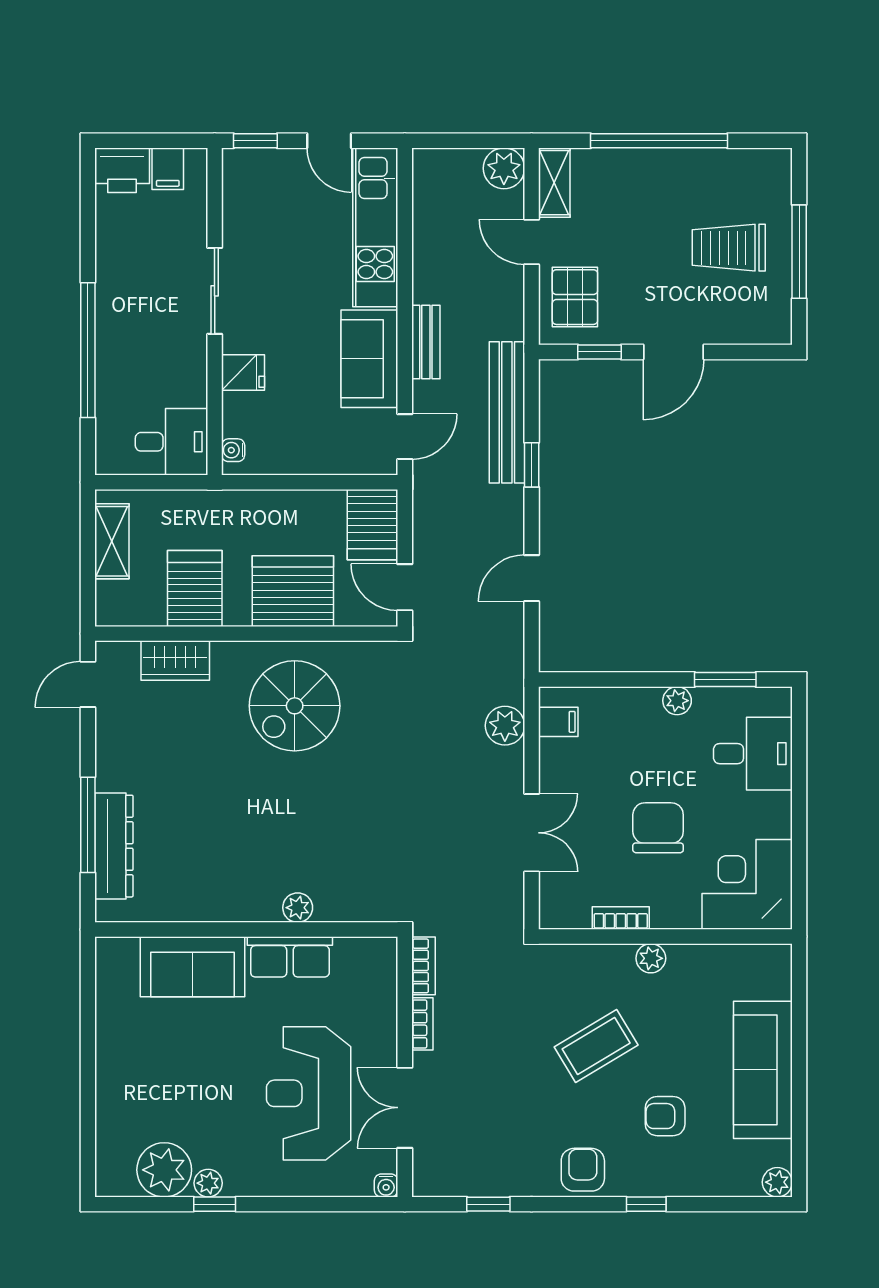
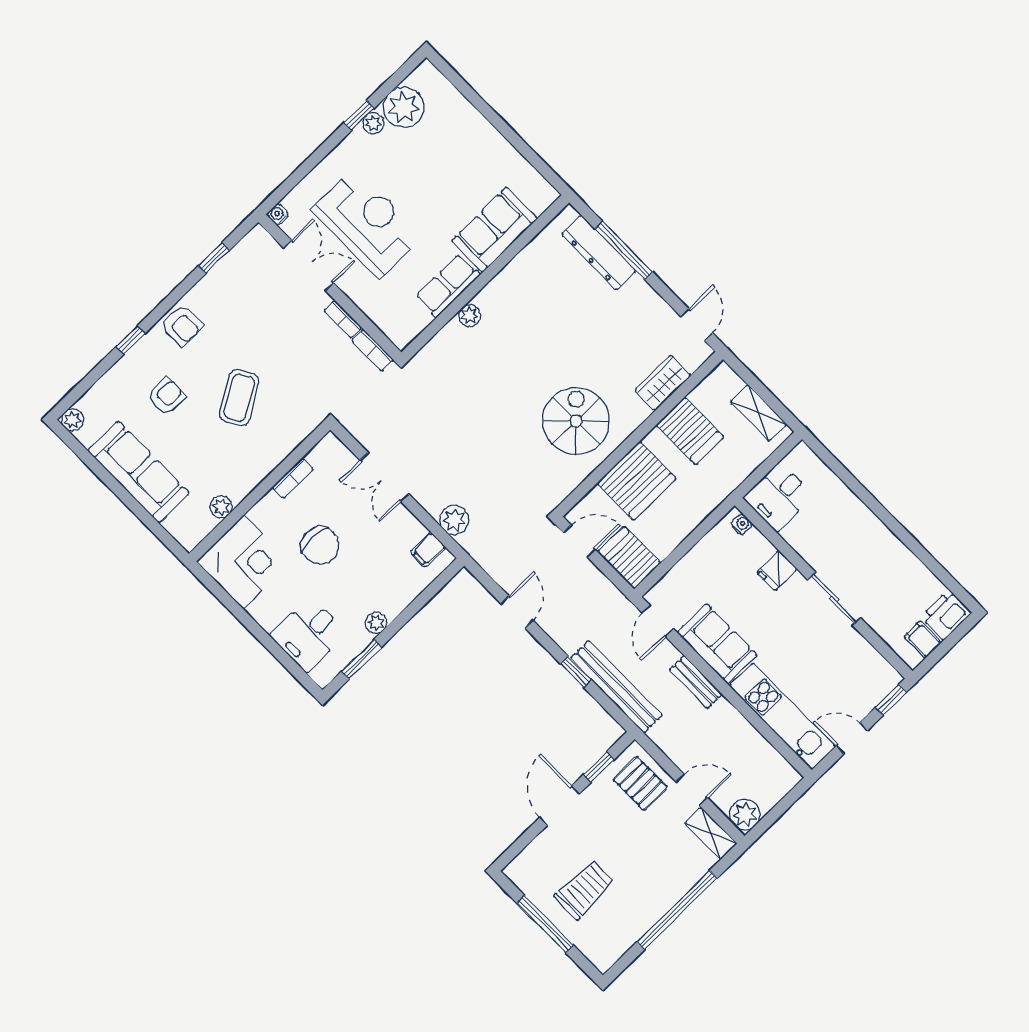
window: (88, 350) -> (871, 502), removed
plant: (651, 958) -> (221, 507), moved

